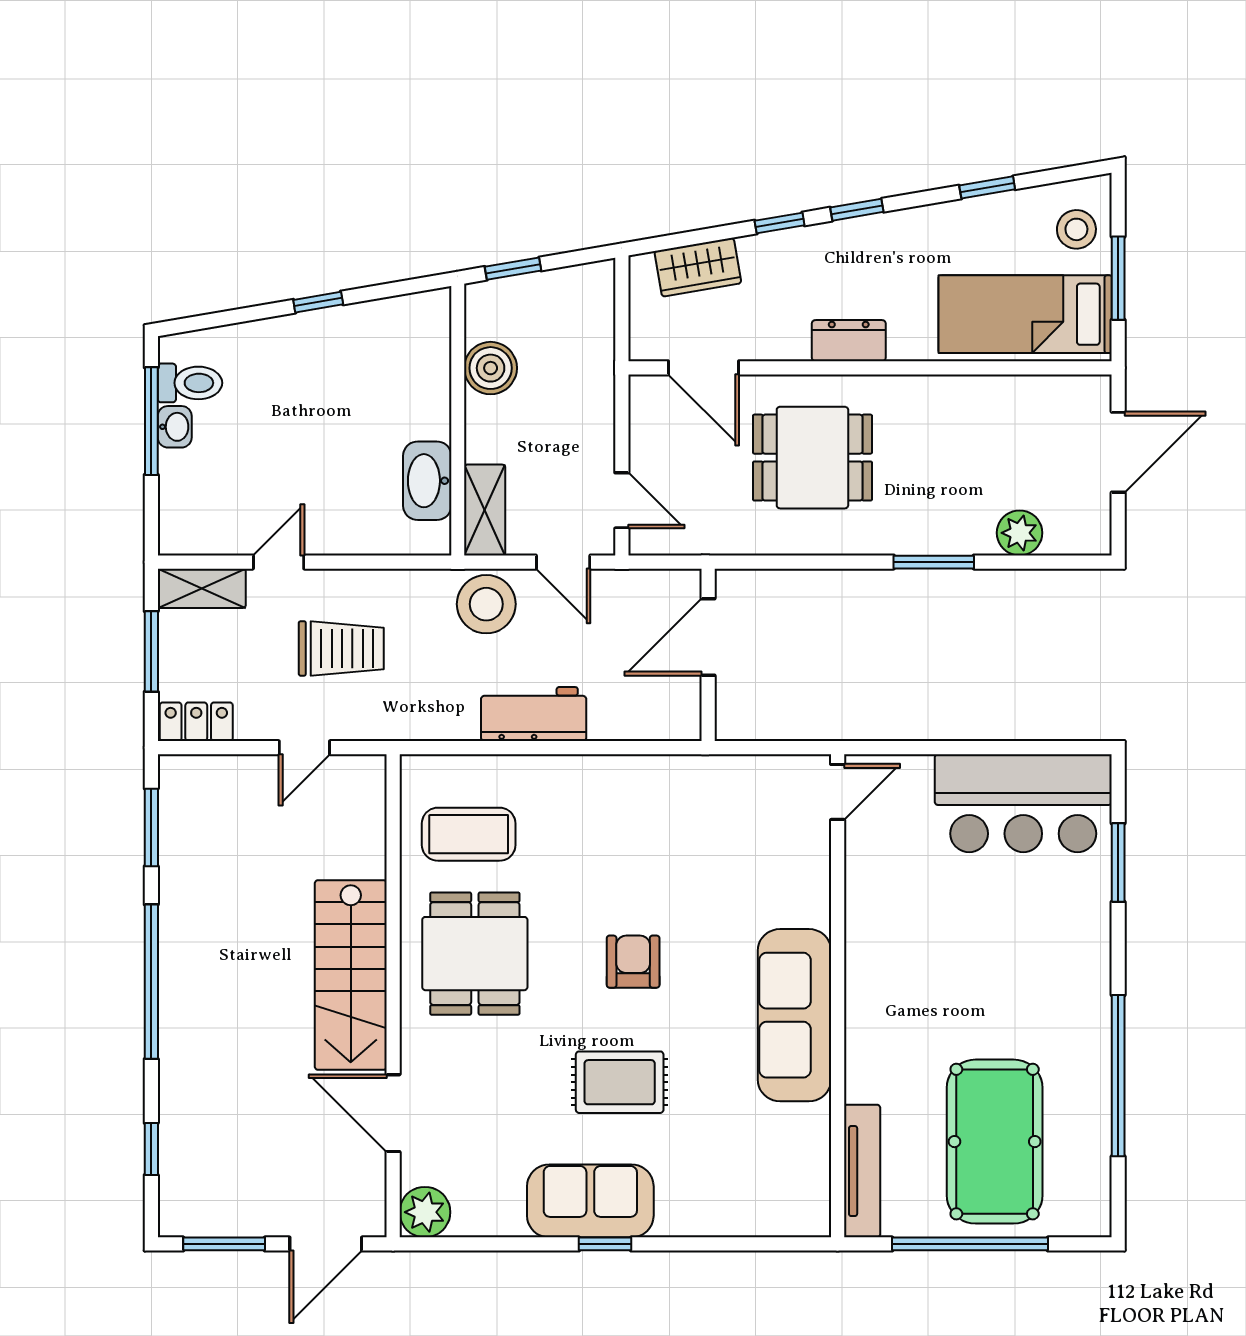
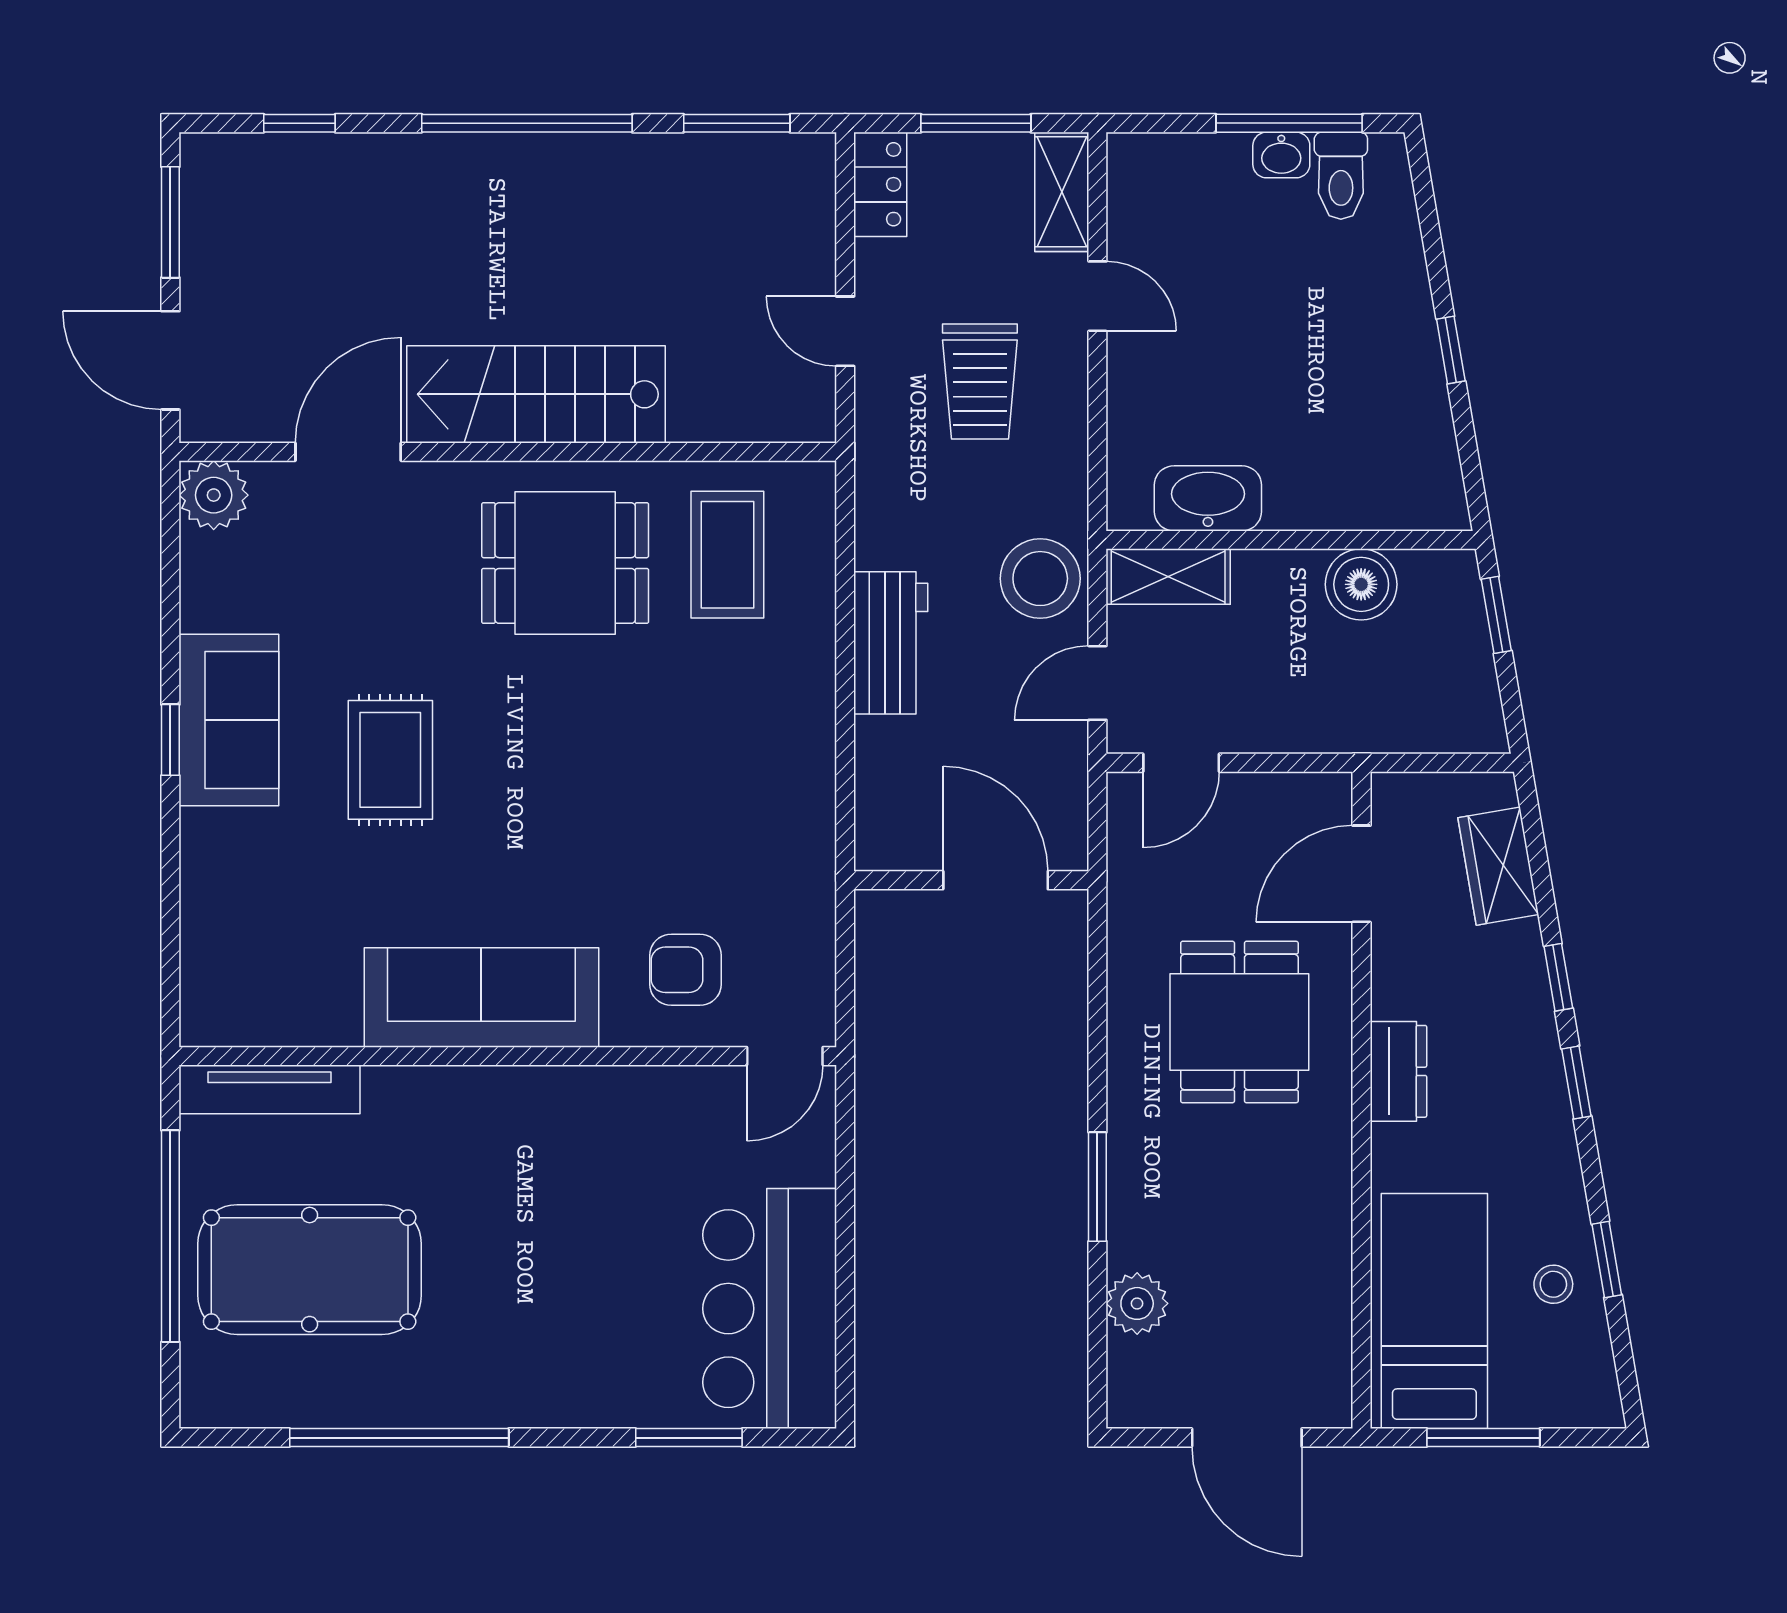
stool: (1076, 229) -> (1553, 1284), moved, width x0.73, depth x0.73
door: (838, 792) -> (785, 1056), hinge flipped
armchair: (633, 962) -> (686, 970), moved, turned 180

